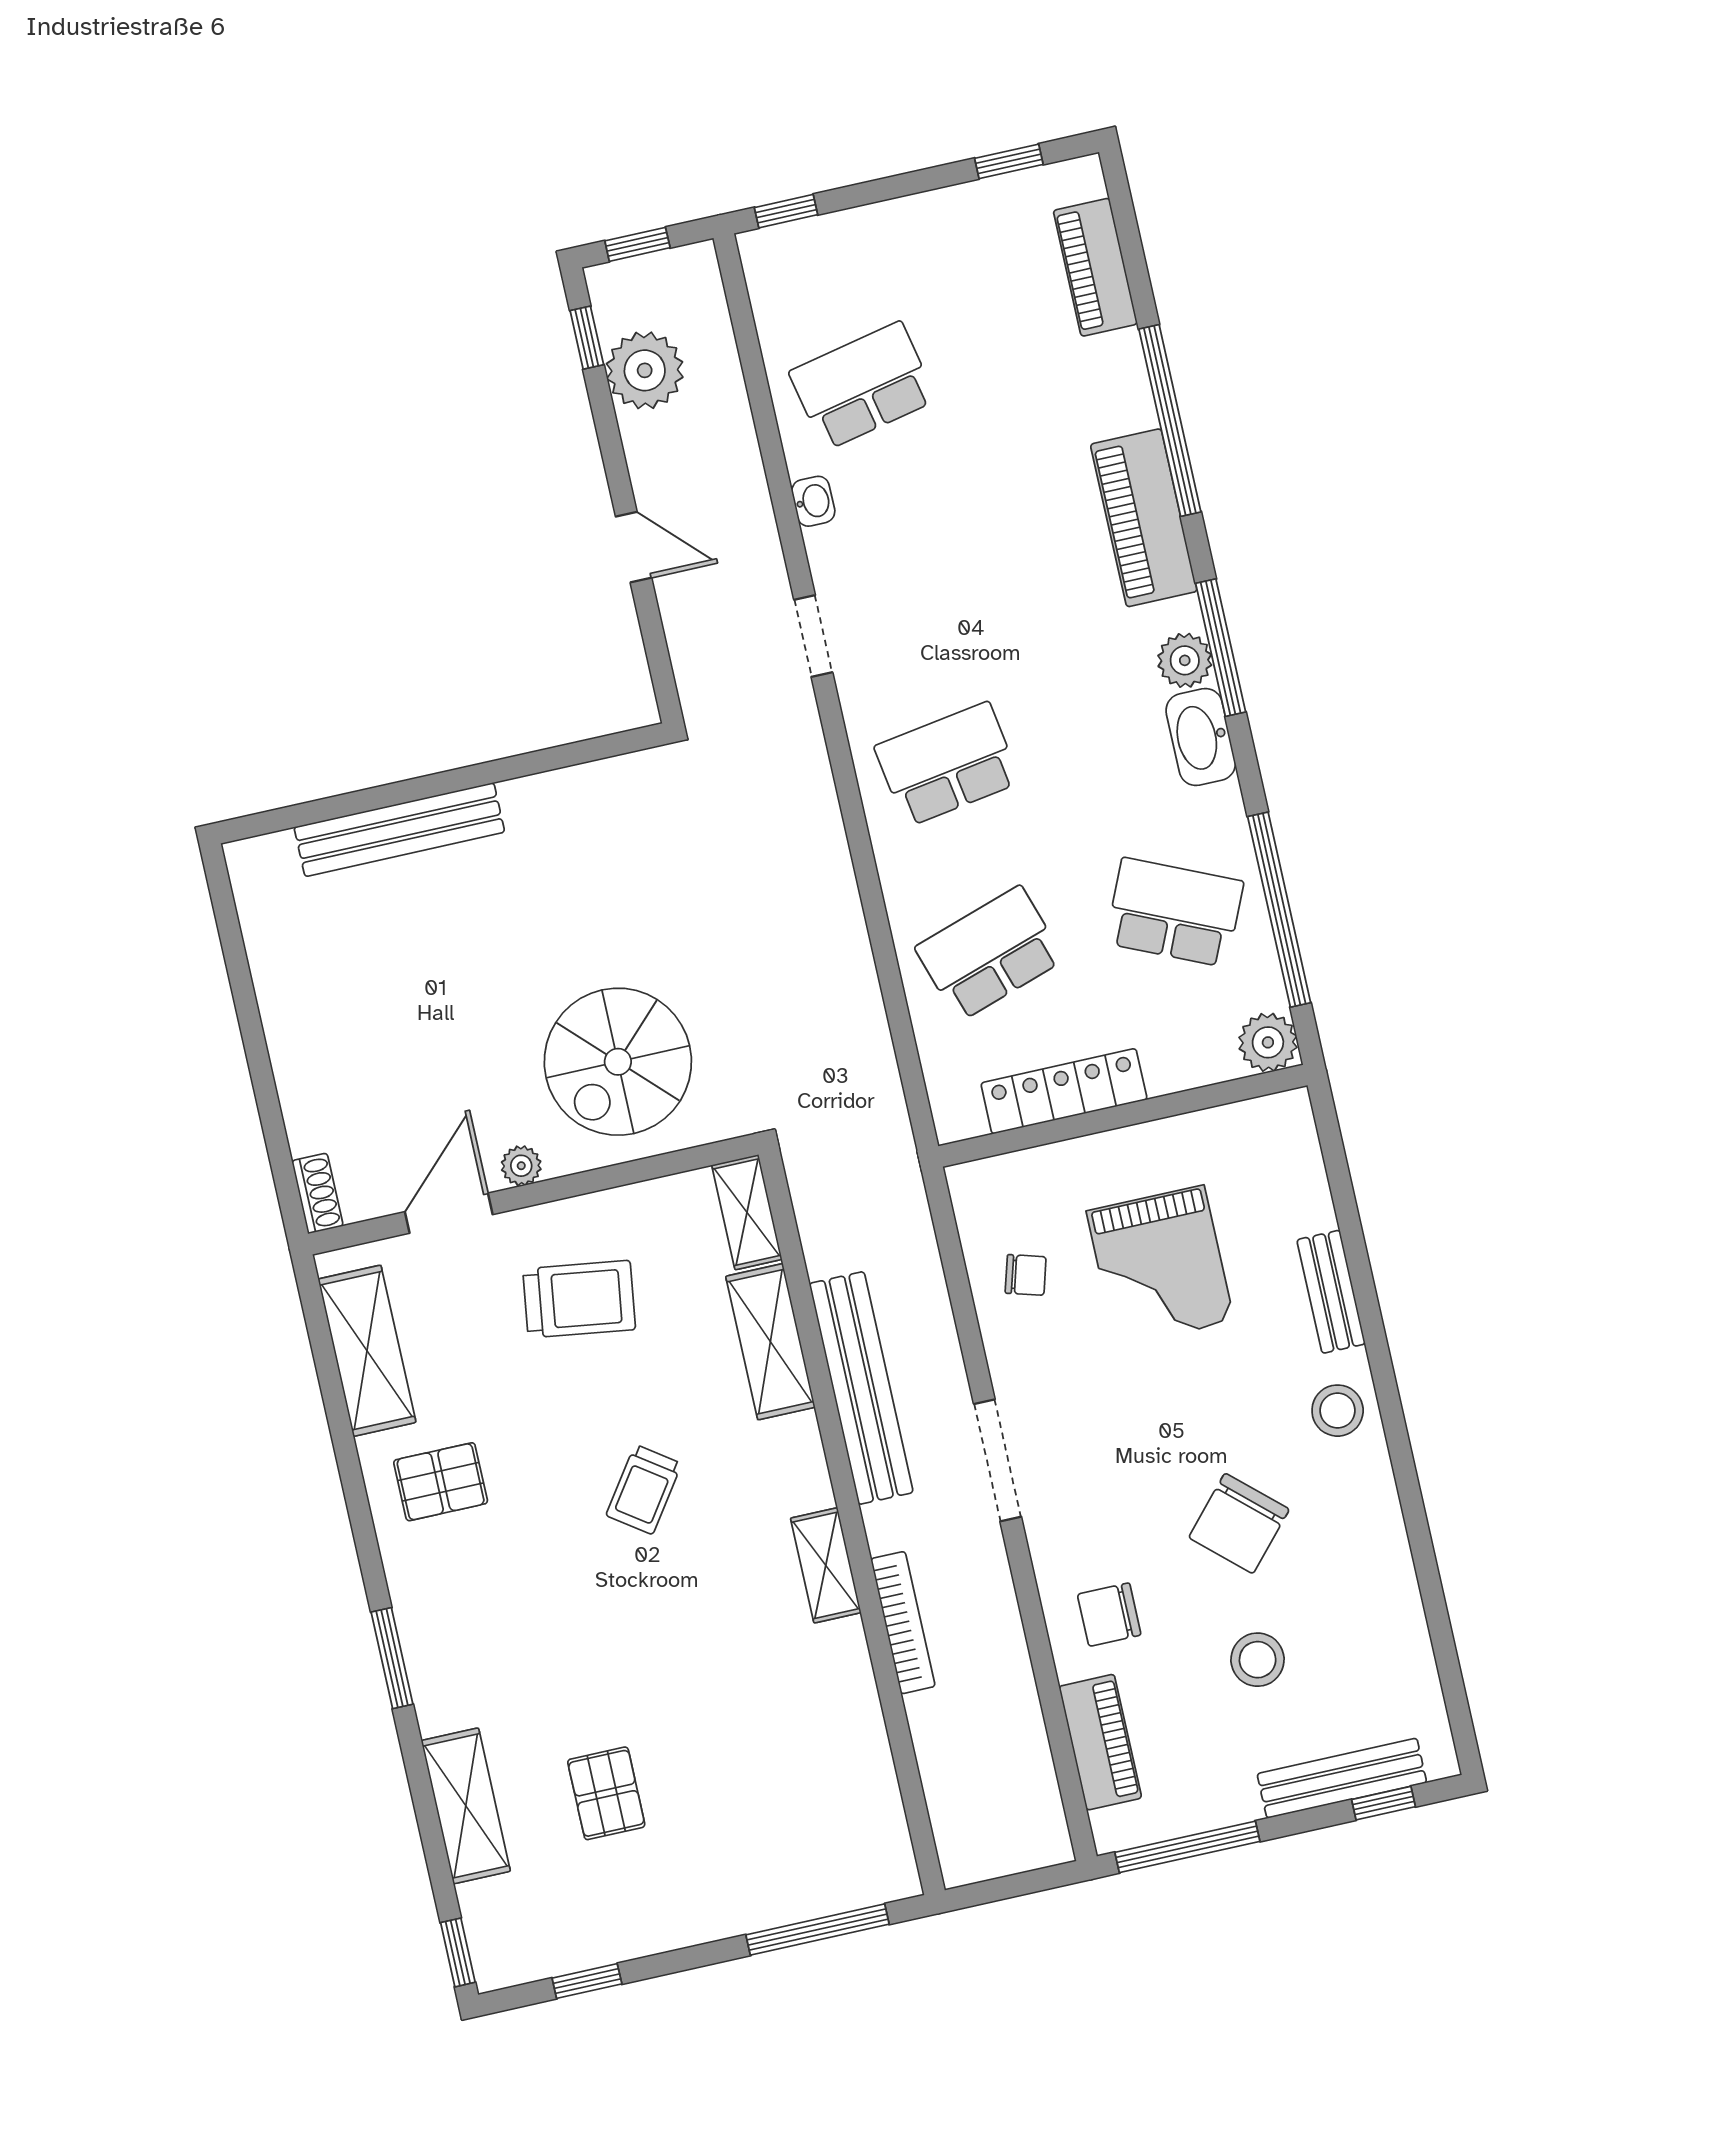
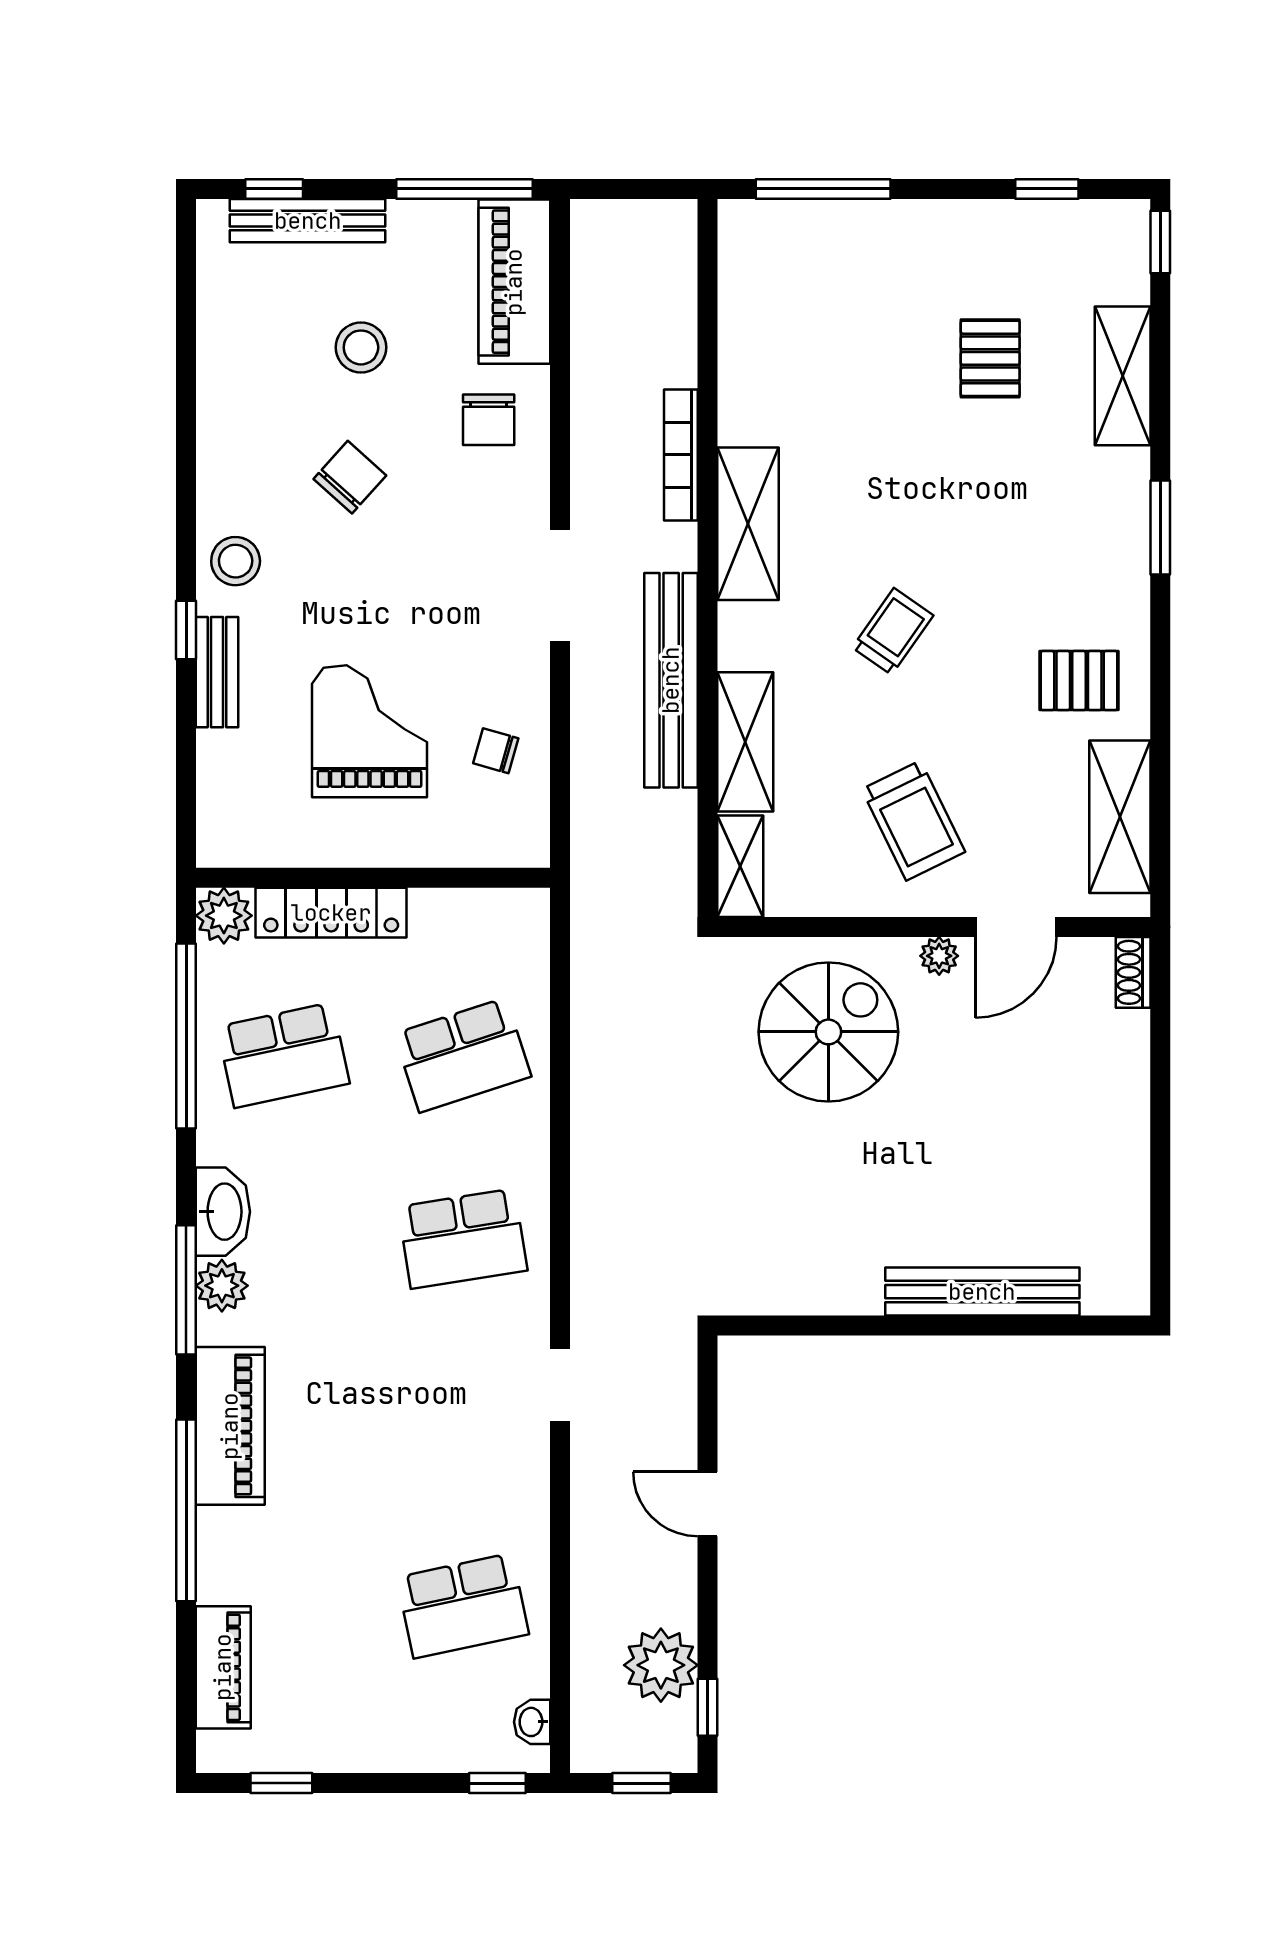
washbasin: (813, 501) -> (532, 1722), moved
school desk: (1174, 912) -> (283, 1055), turned -36
locker: (1064, 1091) -> (331, 913), moved
trolley: (579, 1299) -> (913, 821), turned -124
window: (1373, 1328) -> (186, 630), added
chair: (1239, 1523) -> (350, 477), width x0.73, depth x0.73
shelving: (826, 1565) -> (748, 524), width x1.50, depth x1.33
chair: (1109, 1615) -> (489, 420), turned 90
piano: (1100, 1742) -> (514, 282), width x1.37, depth x1.33

